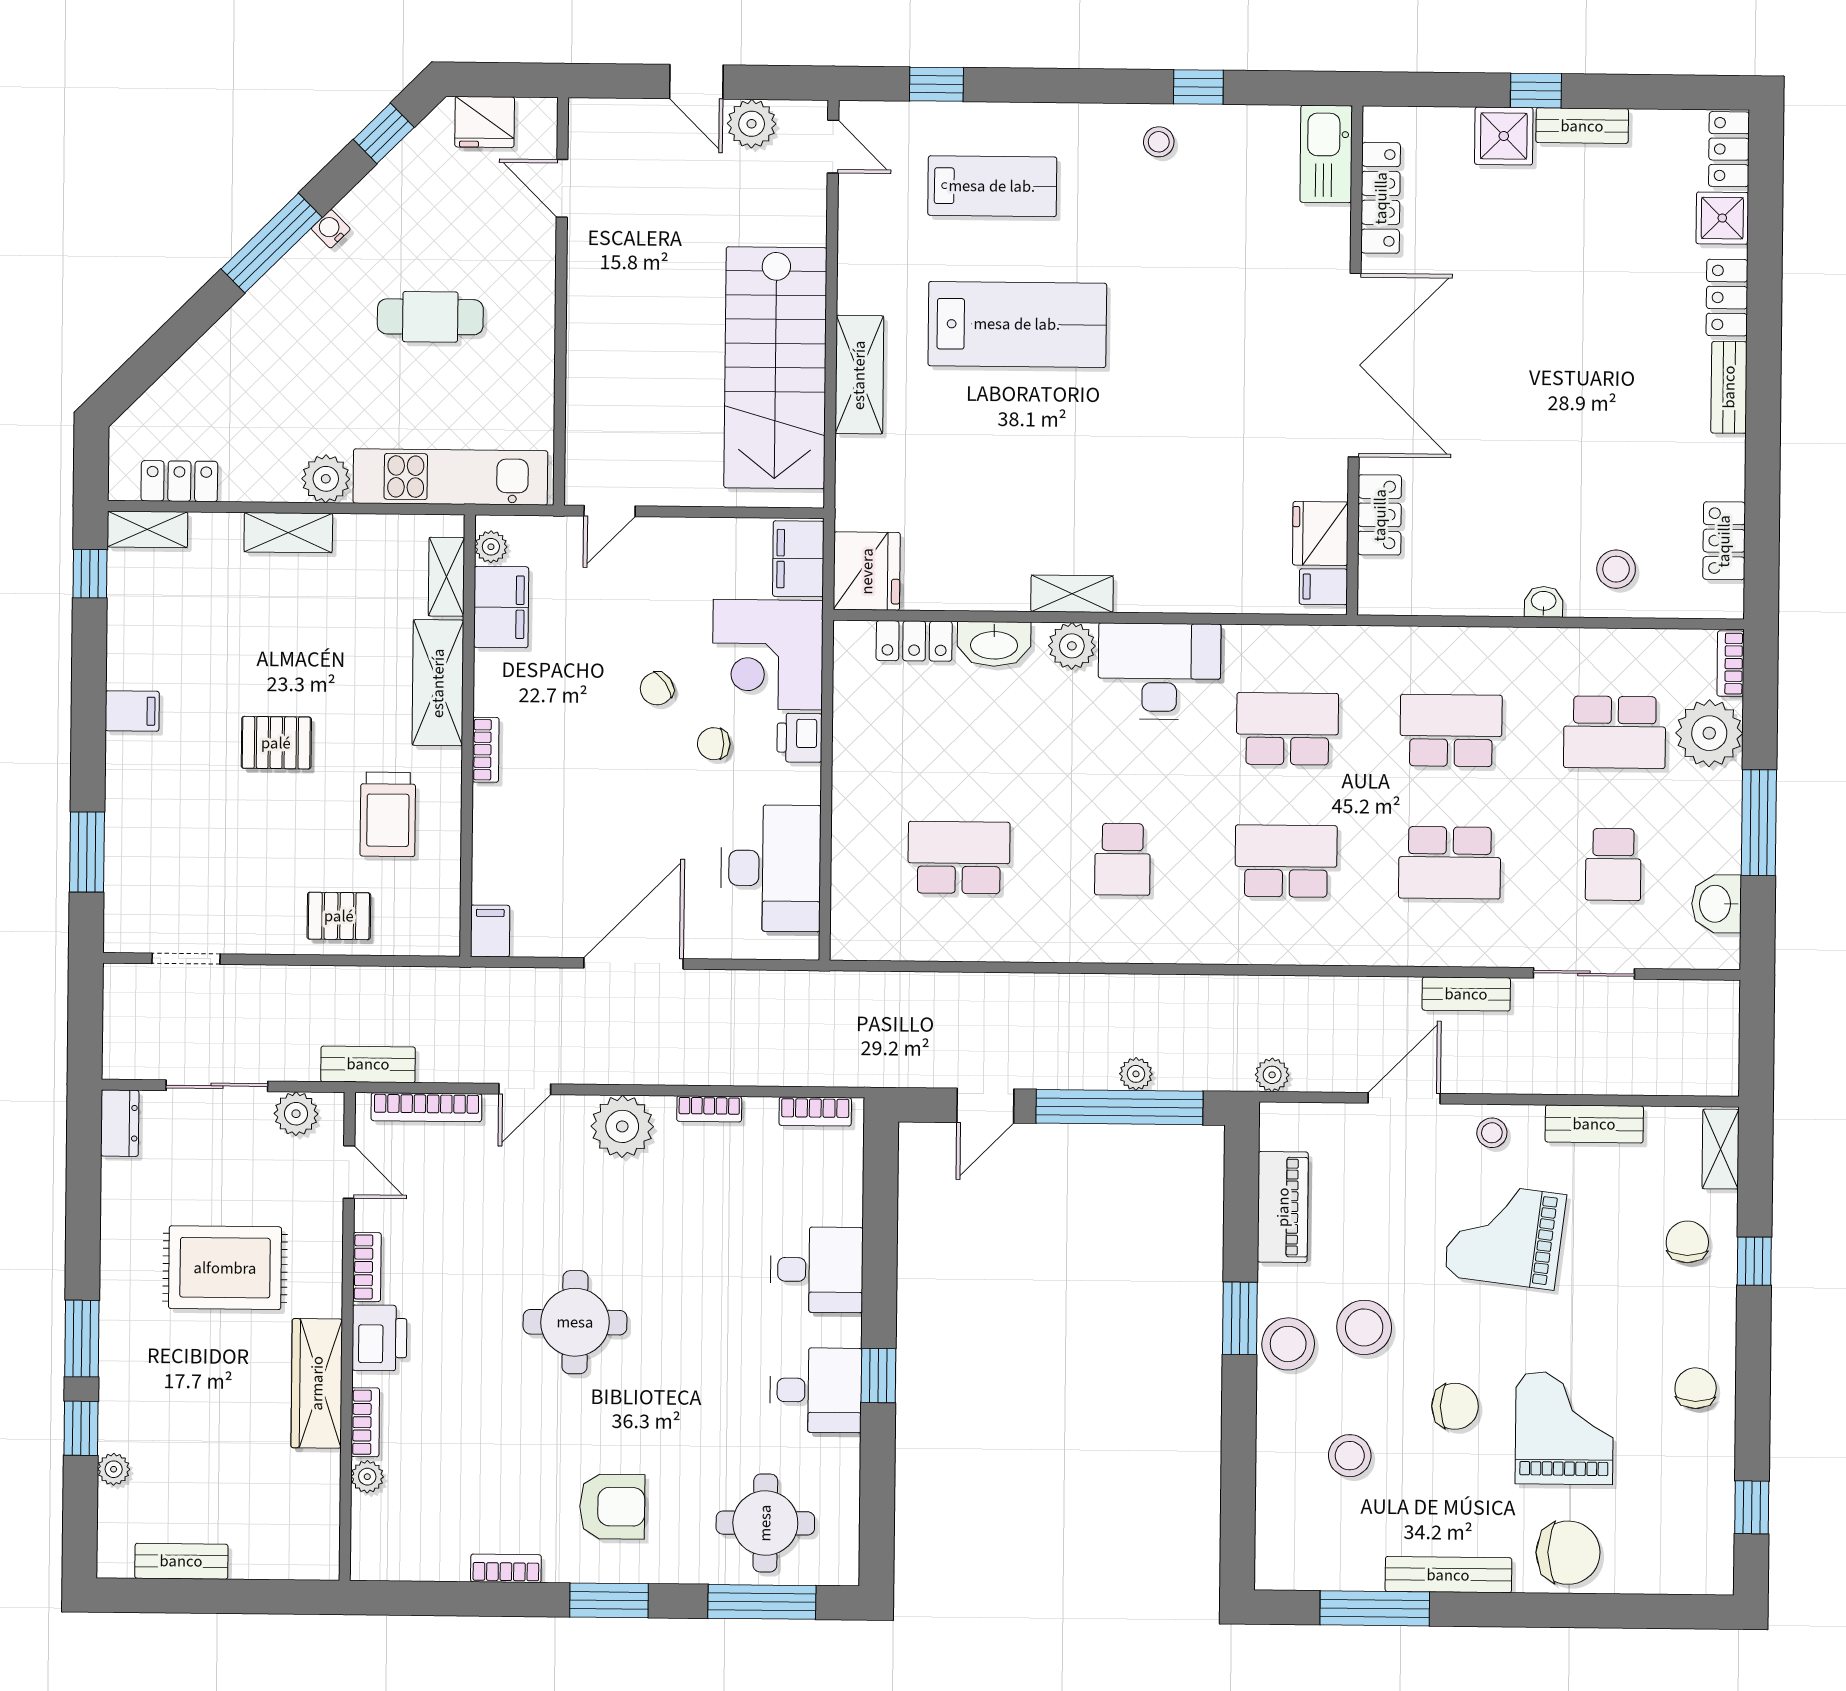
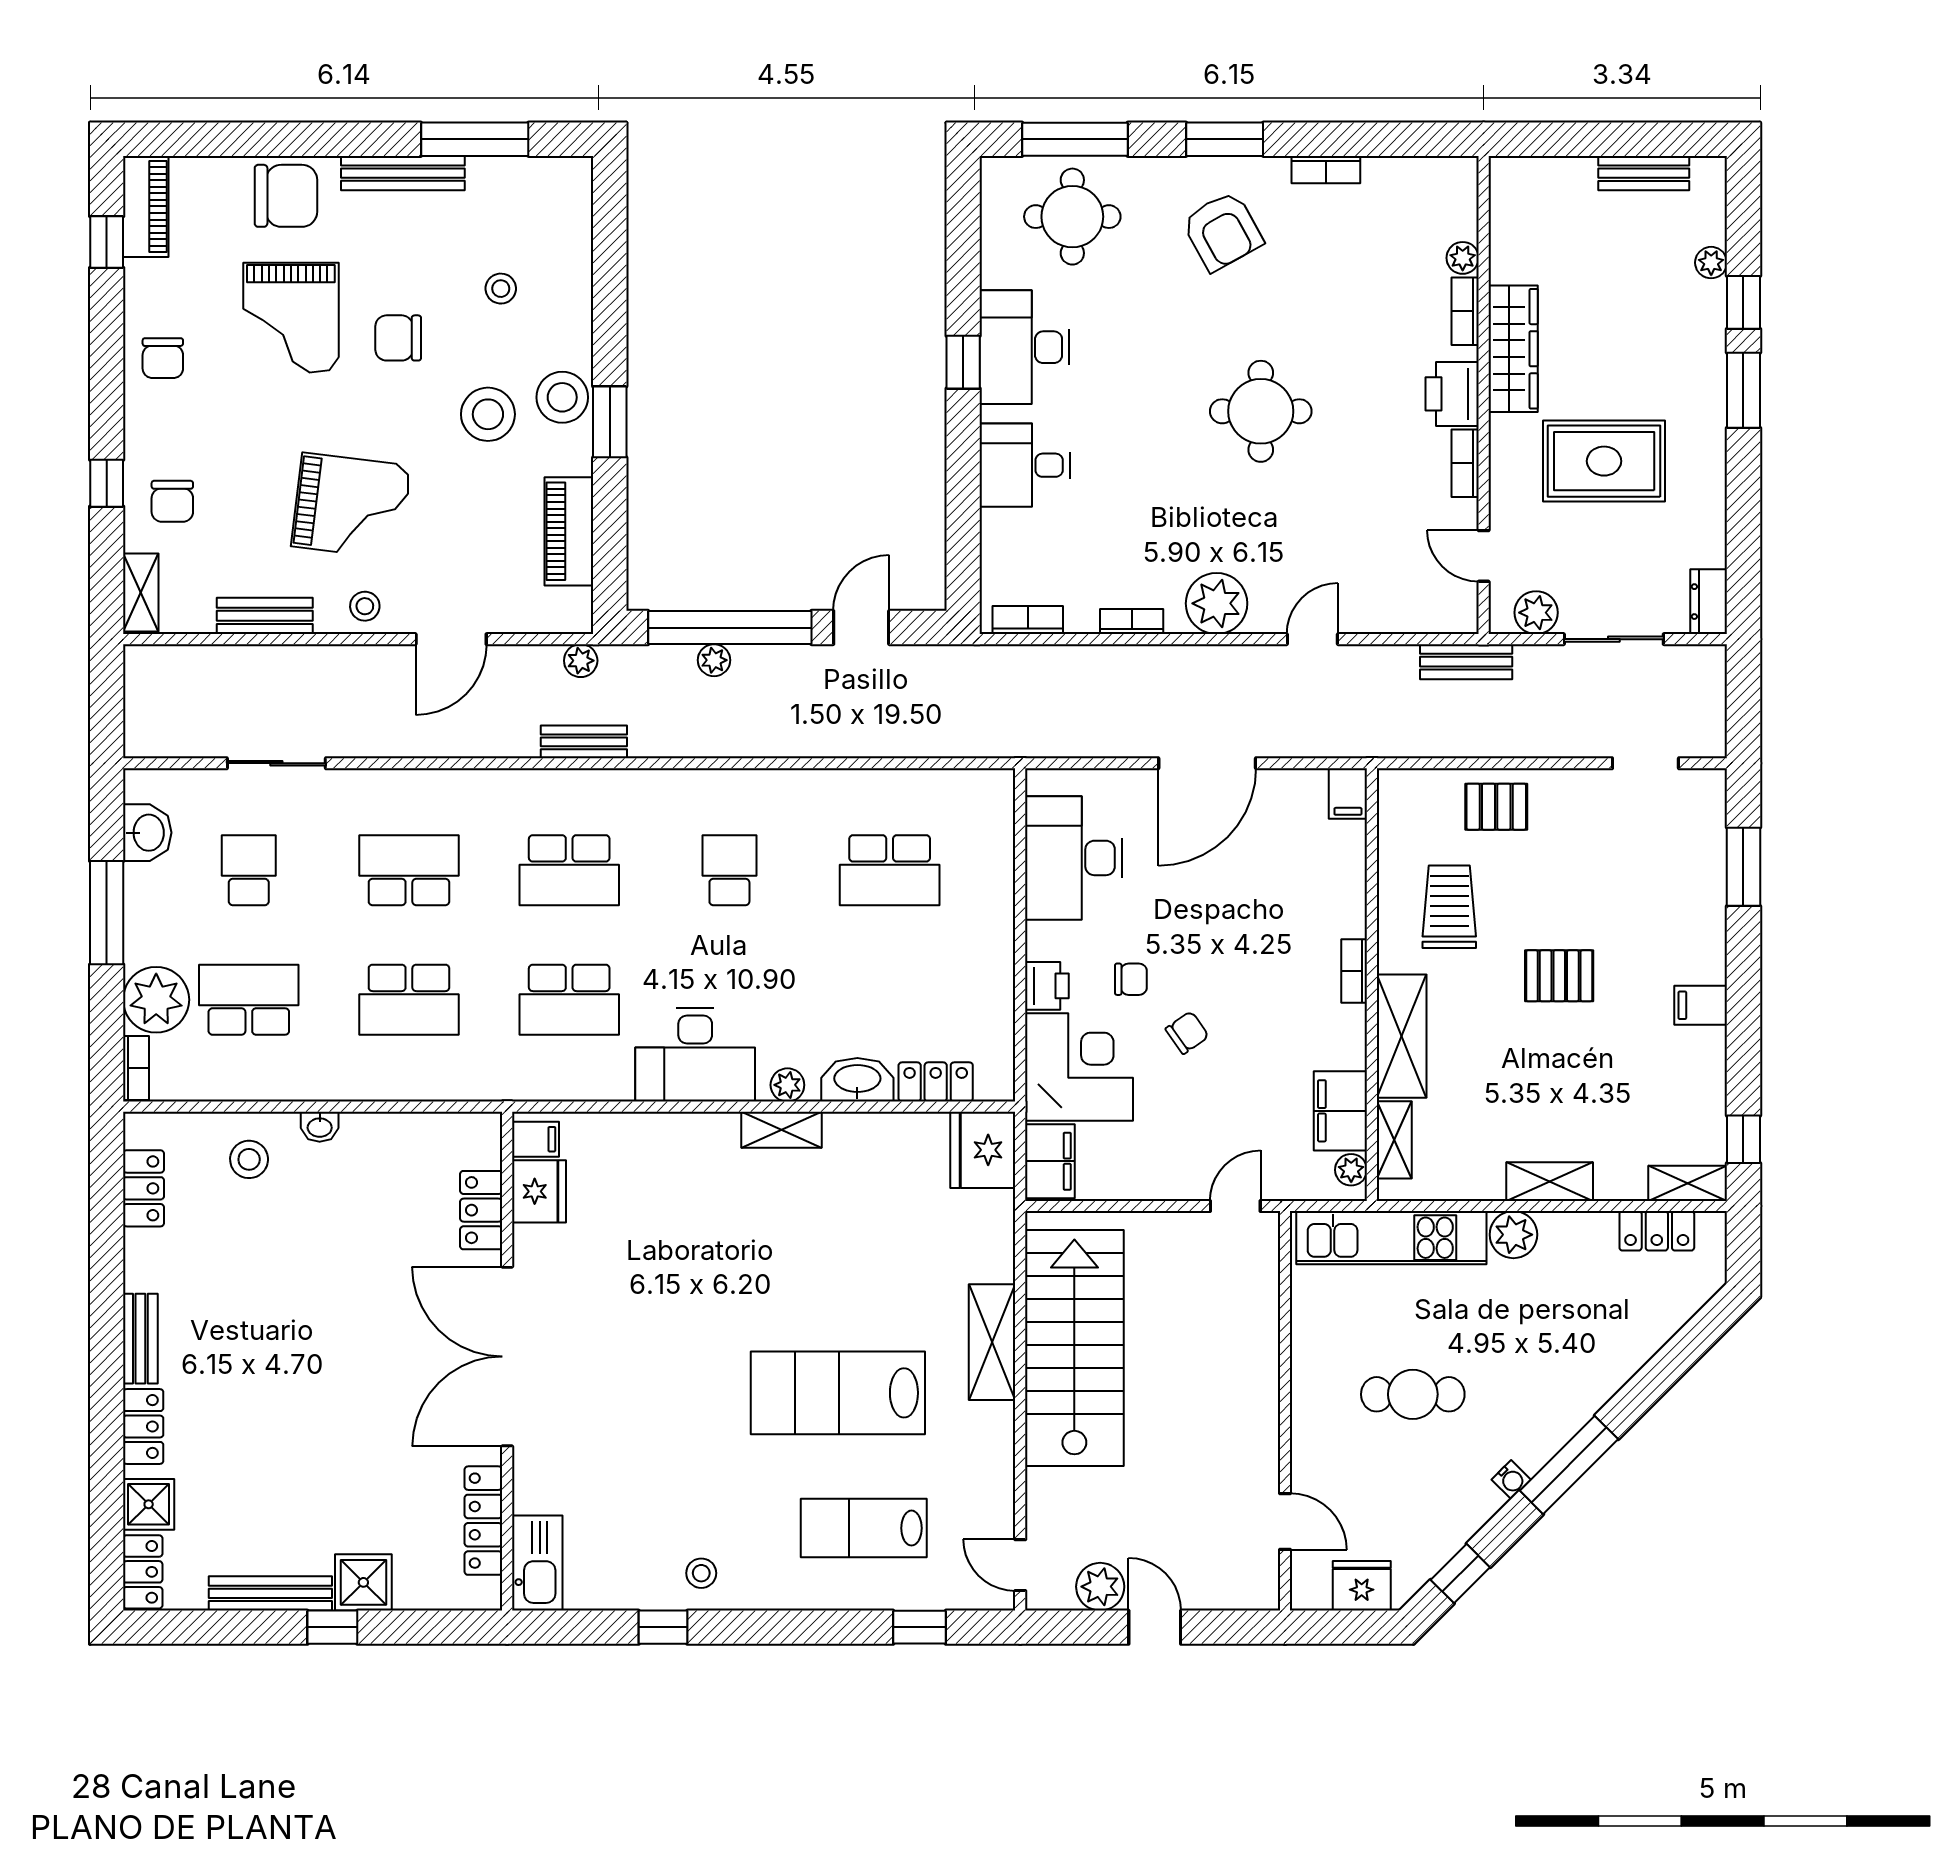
bench: (1582, 126) -> (270, 1593), width x1.36
plant: (1072, 646) -> (787, 1085), width x0.73, depth x0.73
bench: (1466, 994) -> (584, 742), moved
bookcase: (426, 1107) -> (1408, 620), removed
desk: (816, 1390) -> (1024, 347), width x1.37
stool: (1350, 1456) -> (501, 289), width x0.73, depth x0.73
armchair: (612, 1507) -> (1222, 231), turned -119
piano: (1711, 1543) -> (146, 206), added
chair: (1568, 1553) -> (286, 196), turned 180

